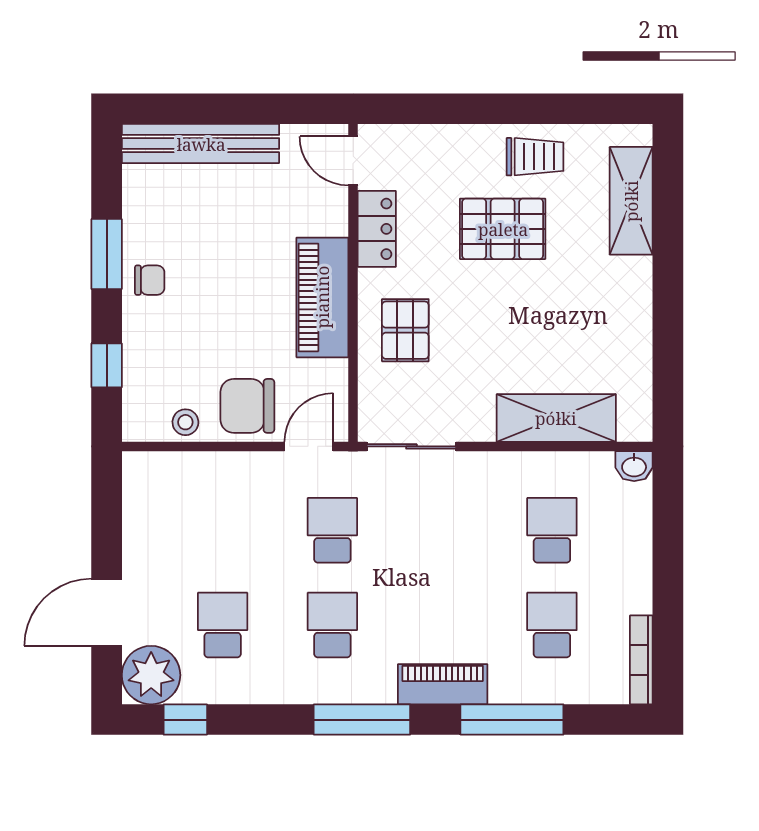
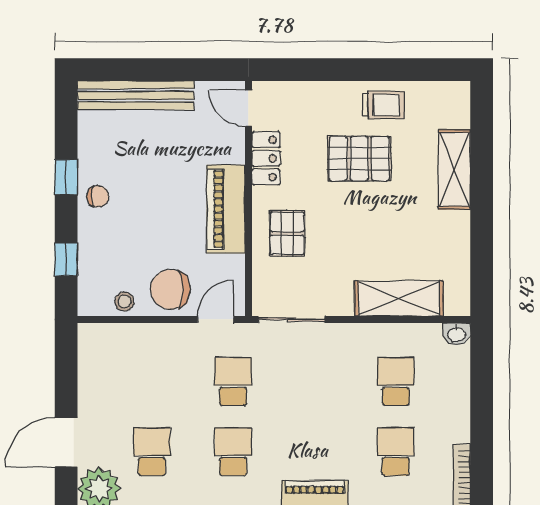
shelving: (631, 201) -> (454, 169), moved
window: (107, 254) -> (66, 177), width x0.67

